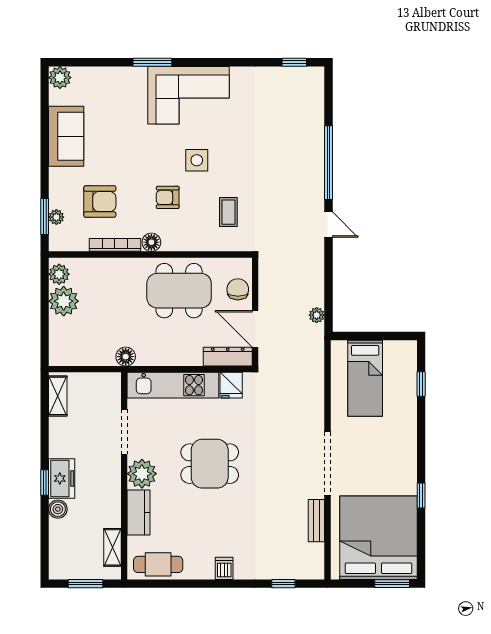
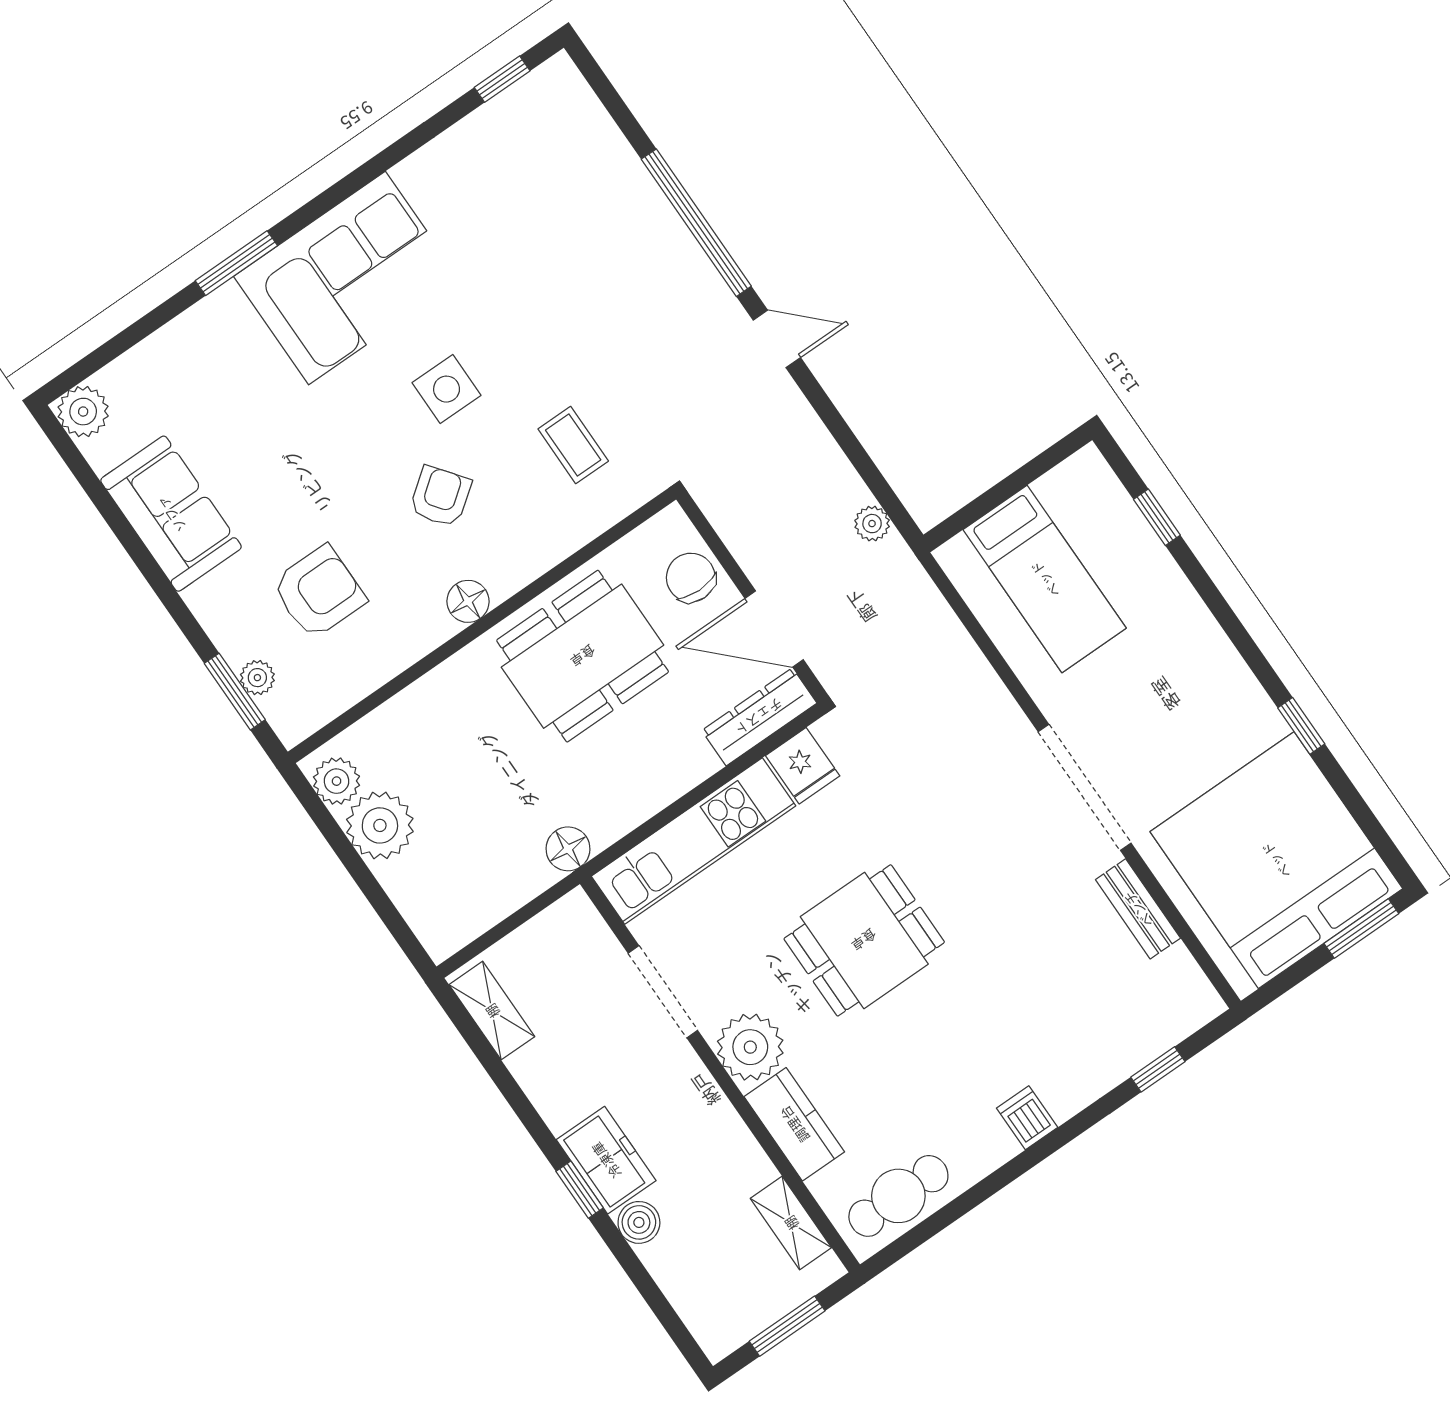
armchair: (168, 197) -> (440, 496), turned 143
bookcase: (115, 245) -> (403, 654), removed

